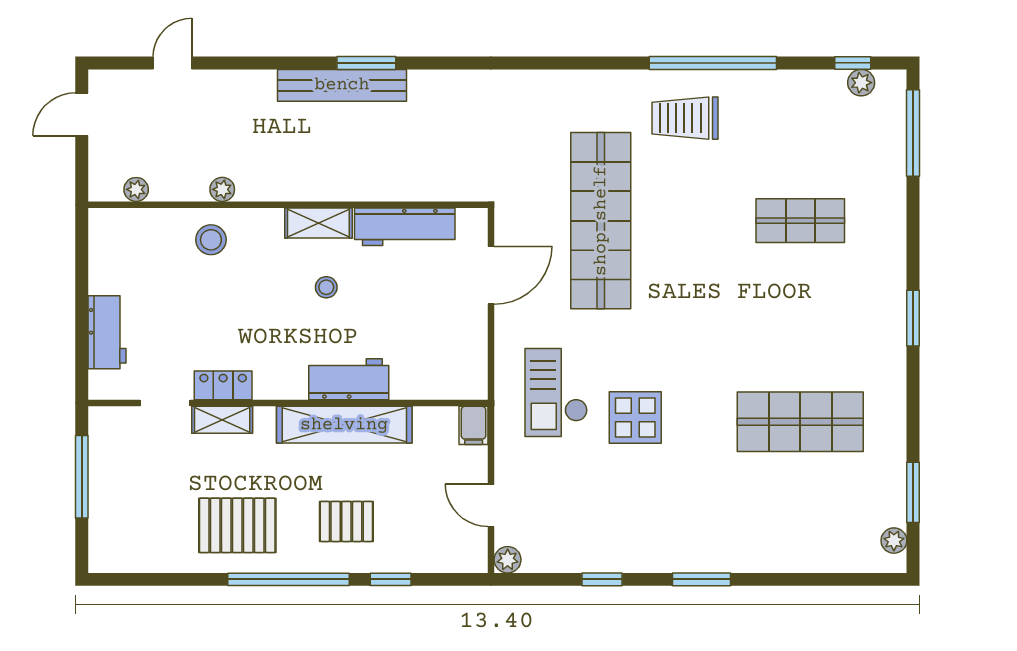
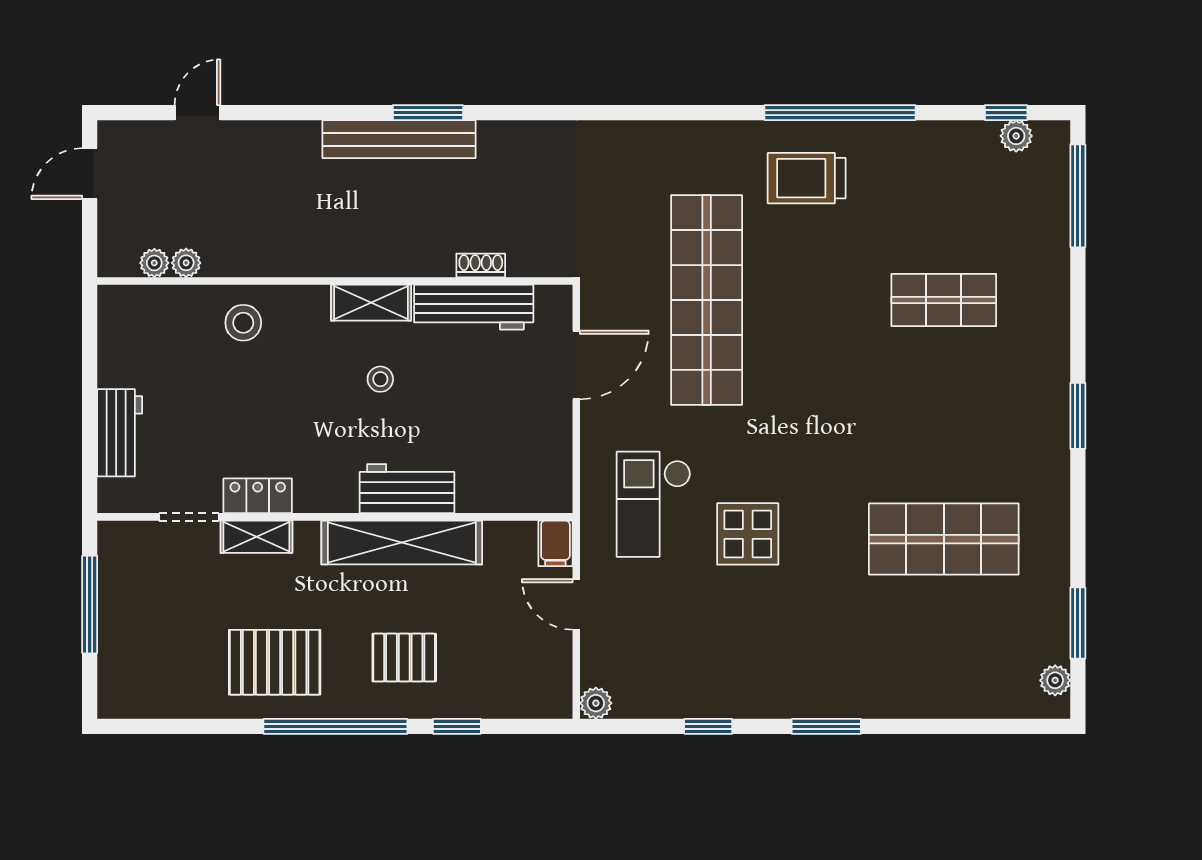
plant: (222, 189) -> (186, 263), moved
shoe rack: (411, 192) -> (481, 265), added
door: (491, 505) -> (576, 604), moved

